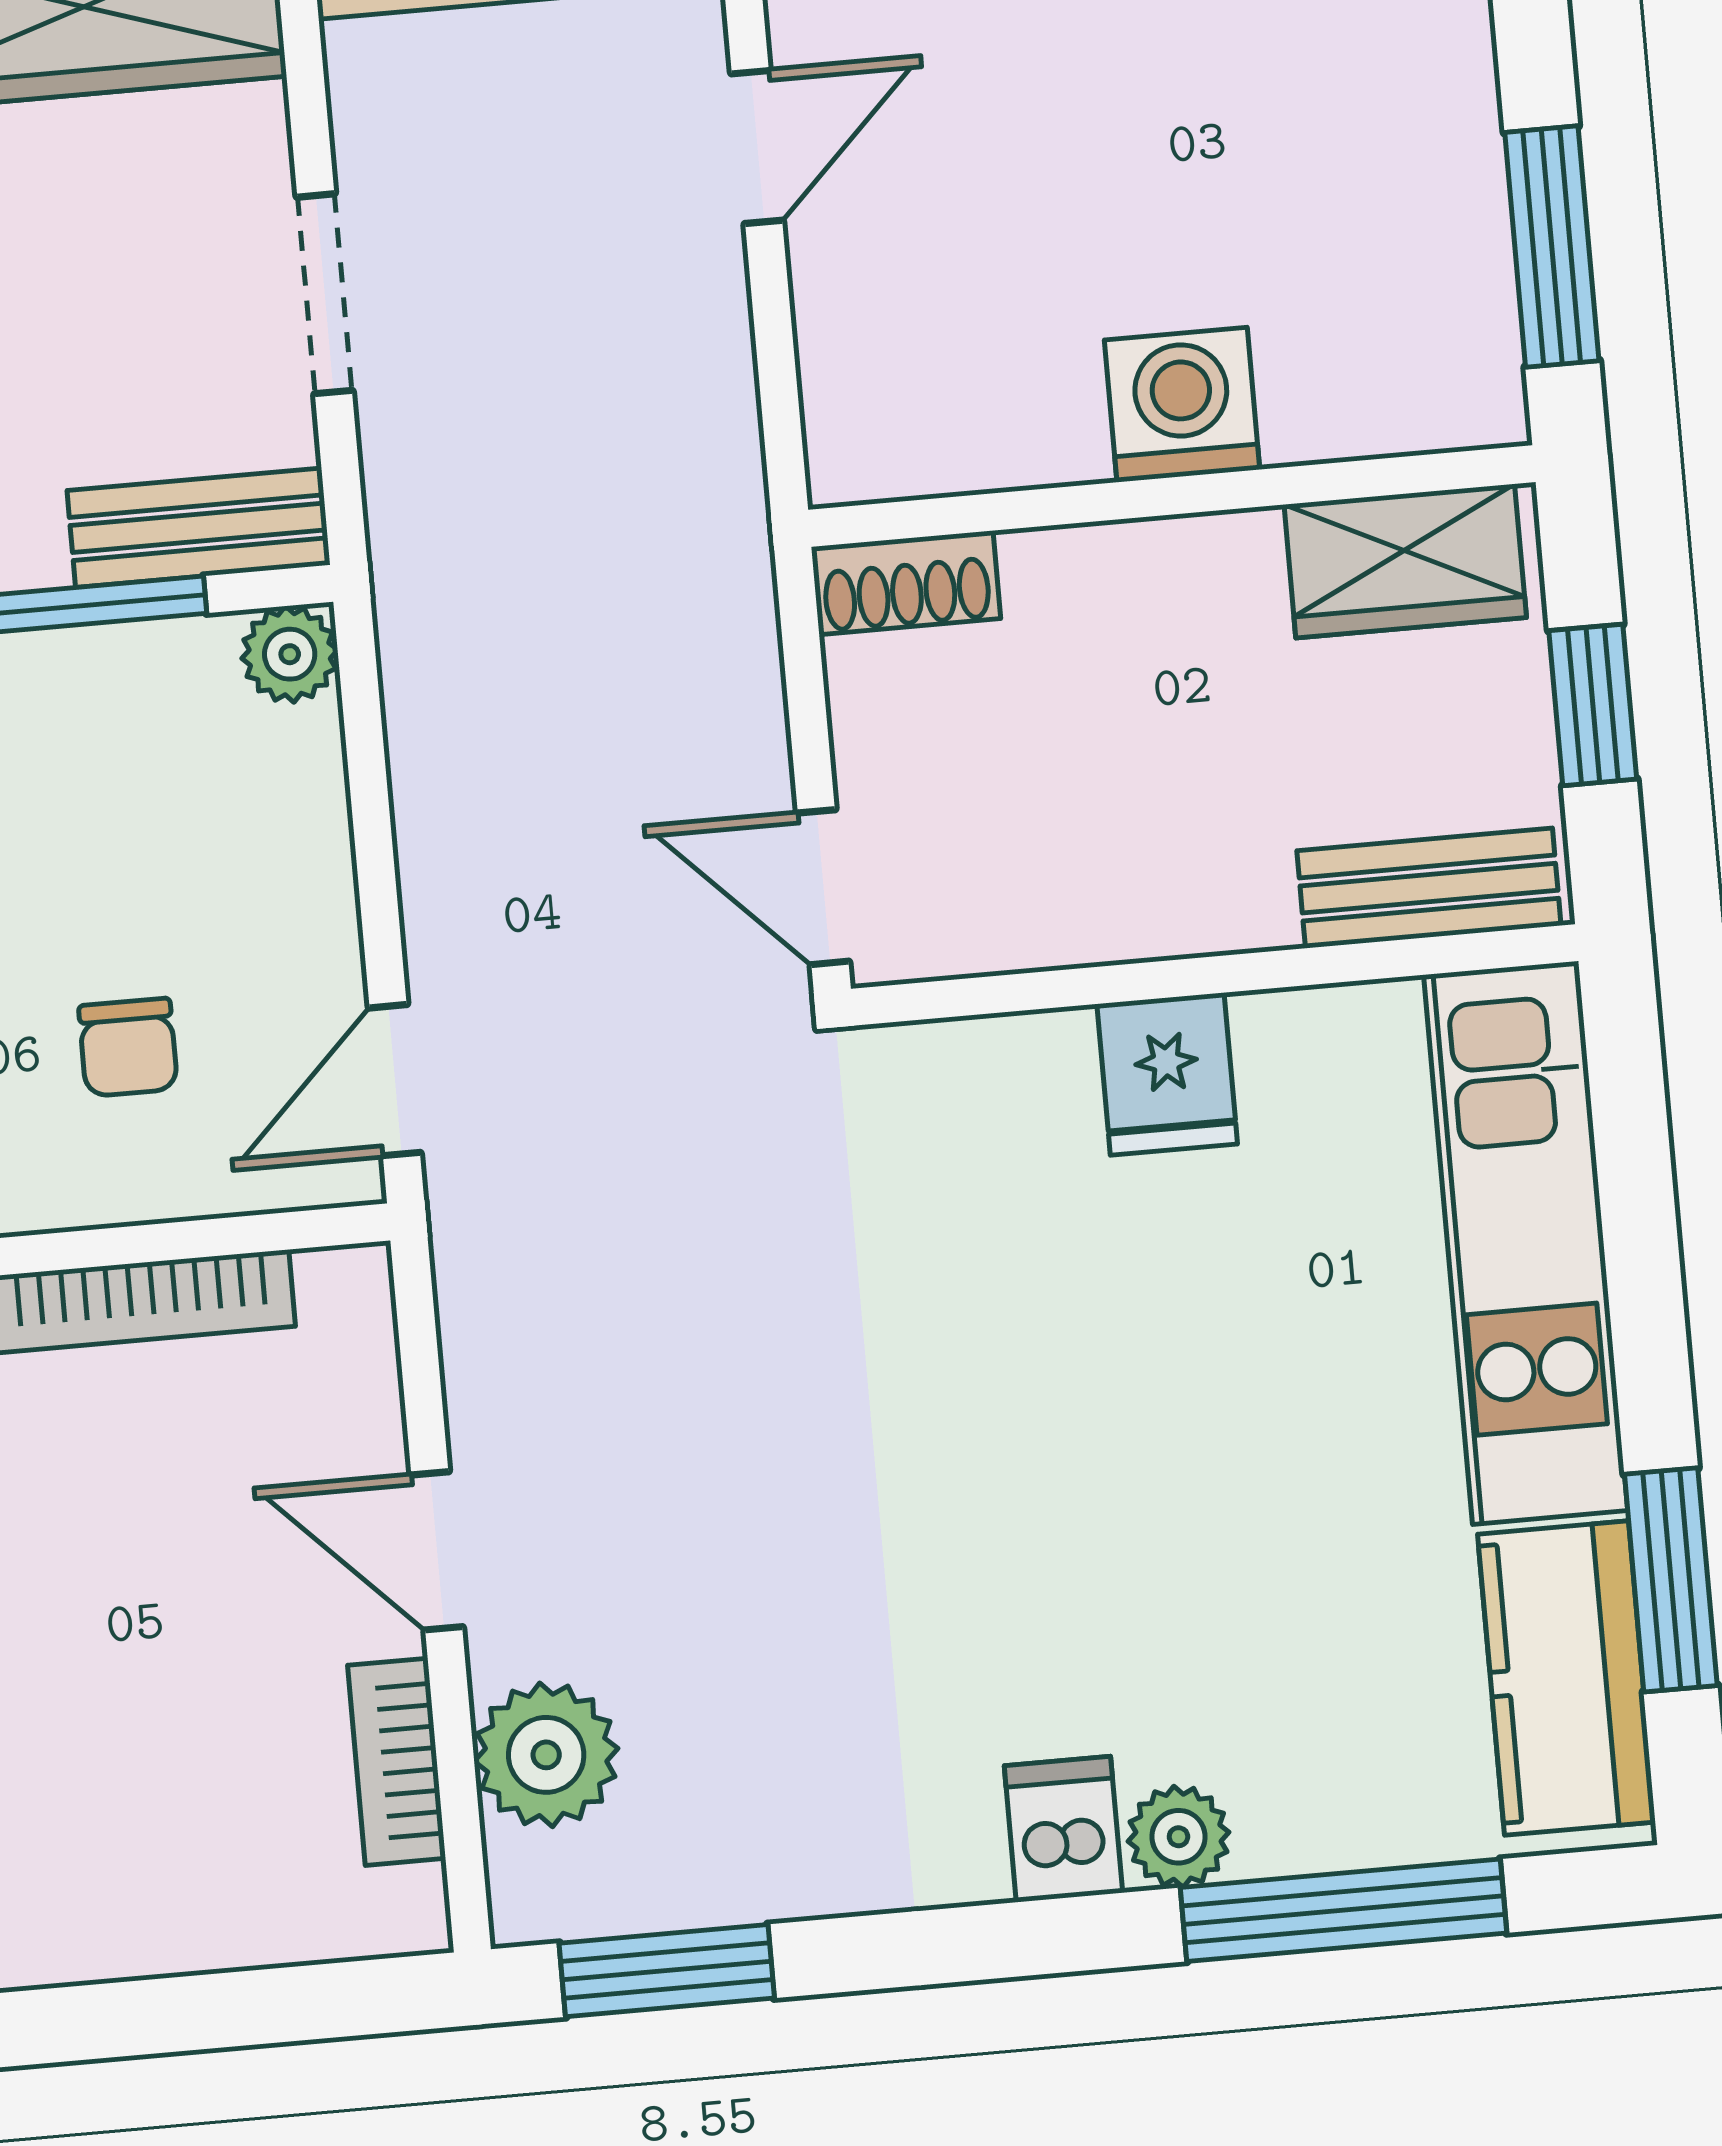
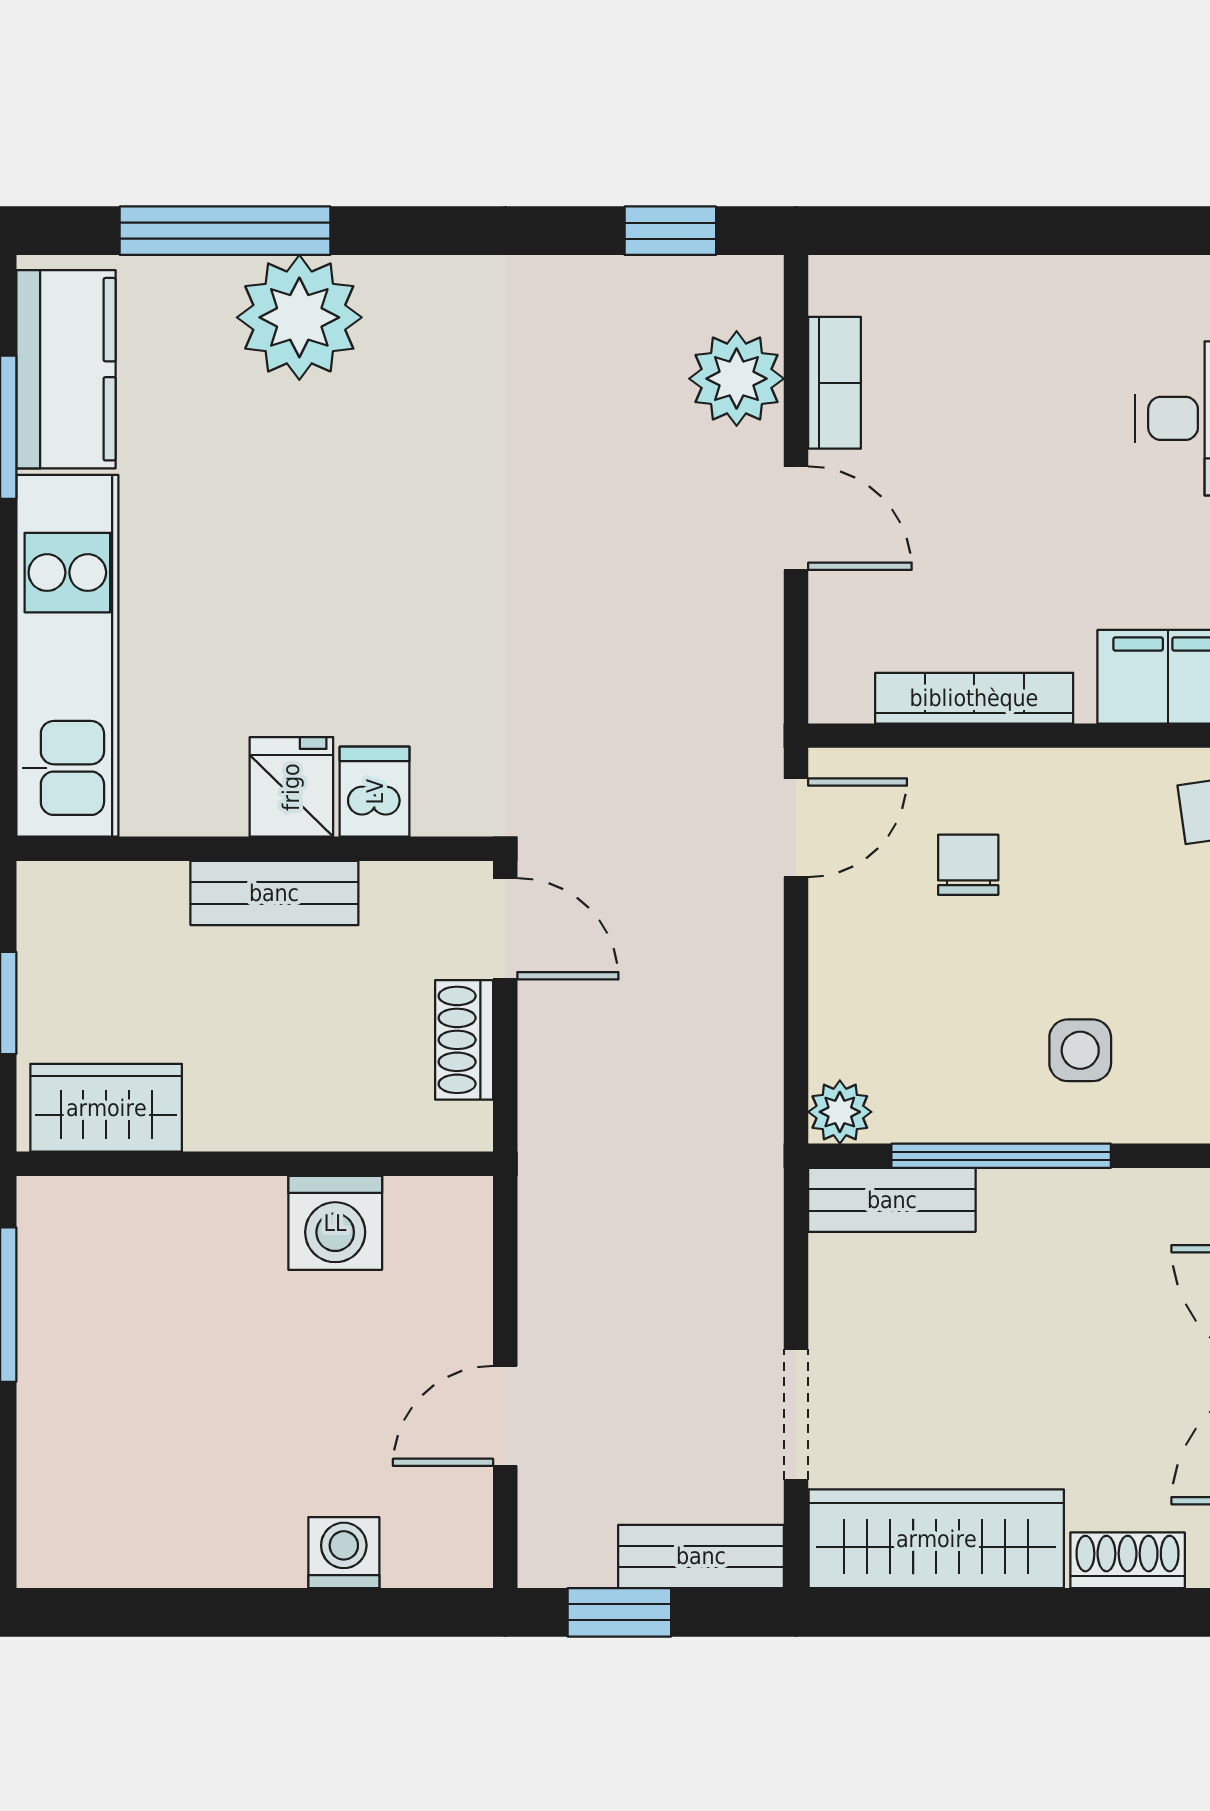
doorway: (325, 294) -> (796, 1415), moved
washing machine: (1182, 405) -> (335, 1223), moved
shoe rack: (906, 583) -> (464, 1040), moved, turned -90
bench: (1429, 888) -> (274, 893), moved
dishwasher: (1063, 1829) -> (375, 792), moved, turned 180
plant: (1178, 1837) -> (299, 317), width x1.88, depth x1.88
window: (667, 1971) -> (670, 231), width x0.67

